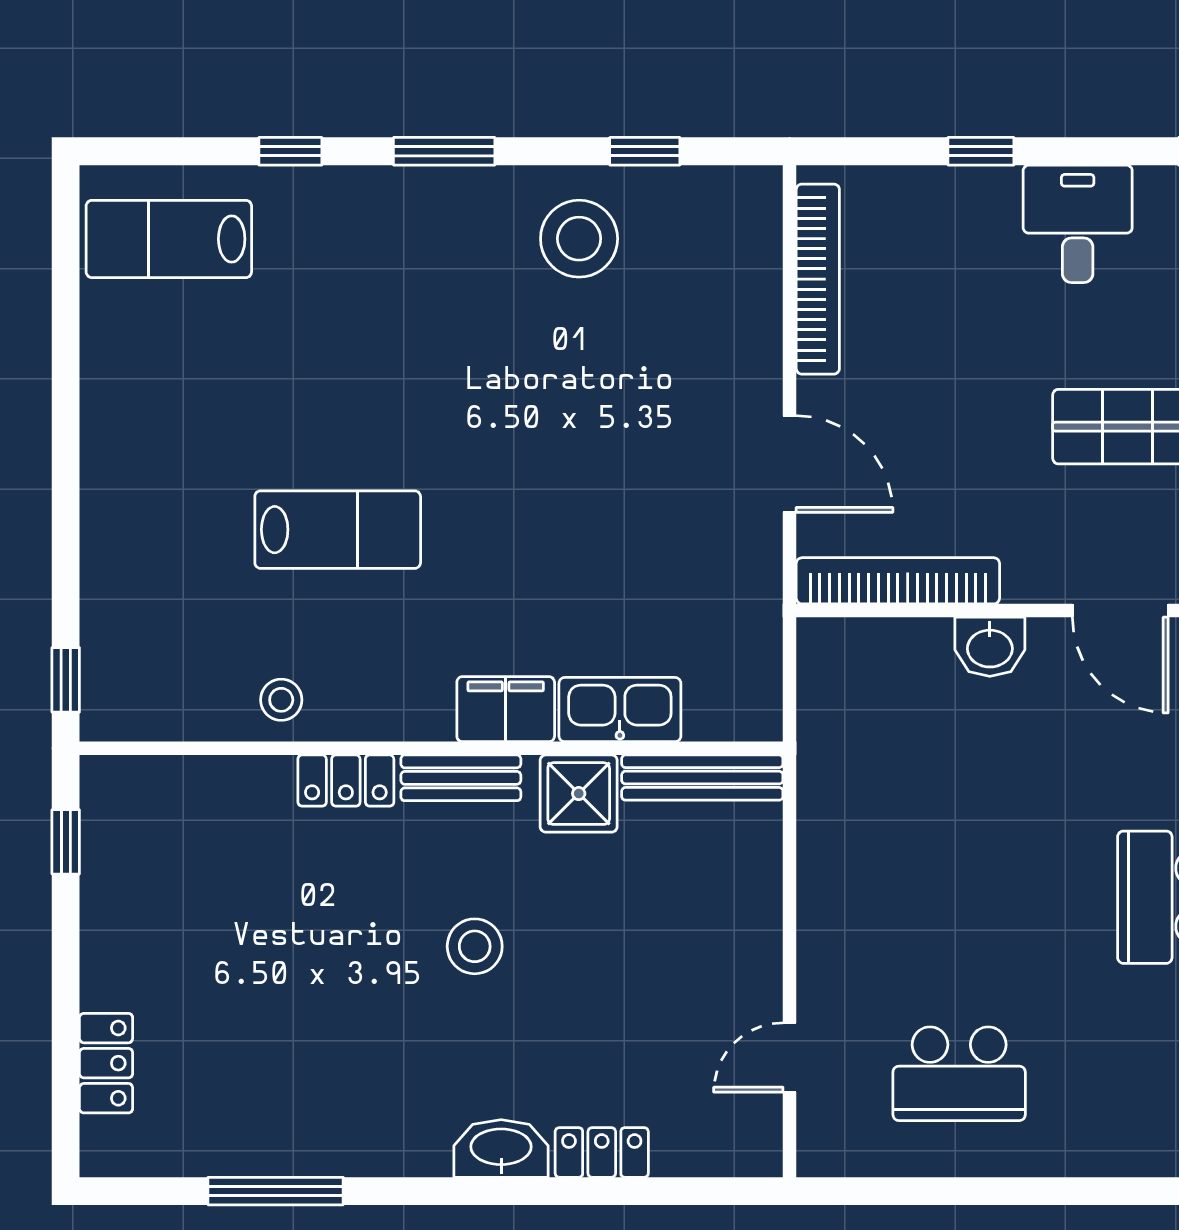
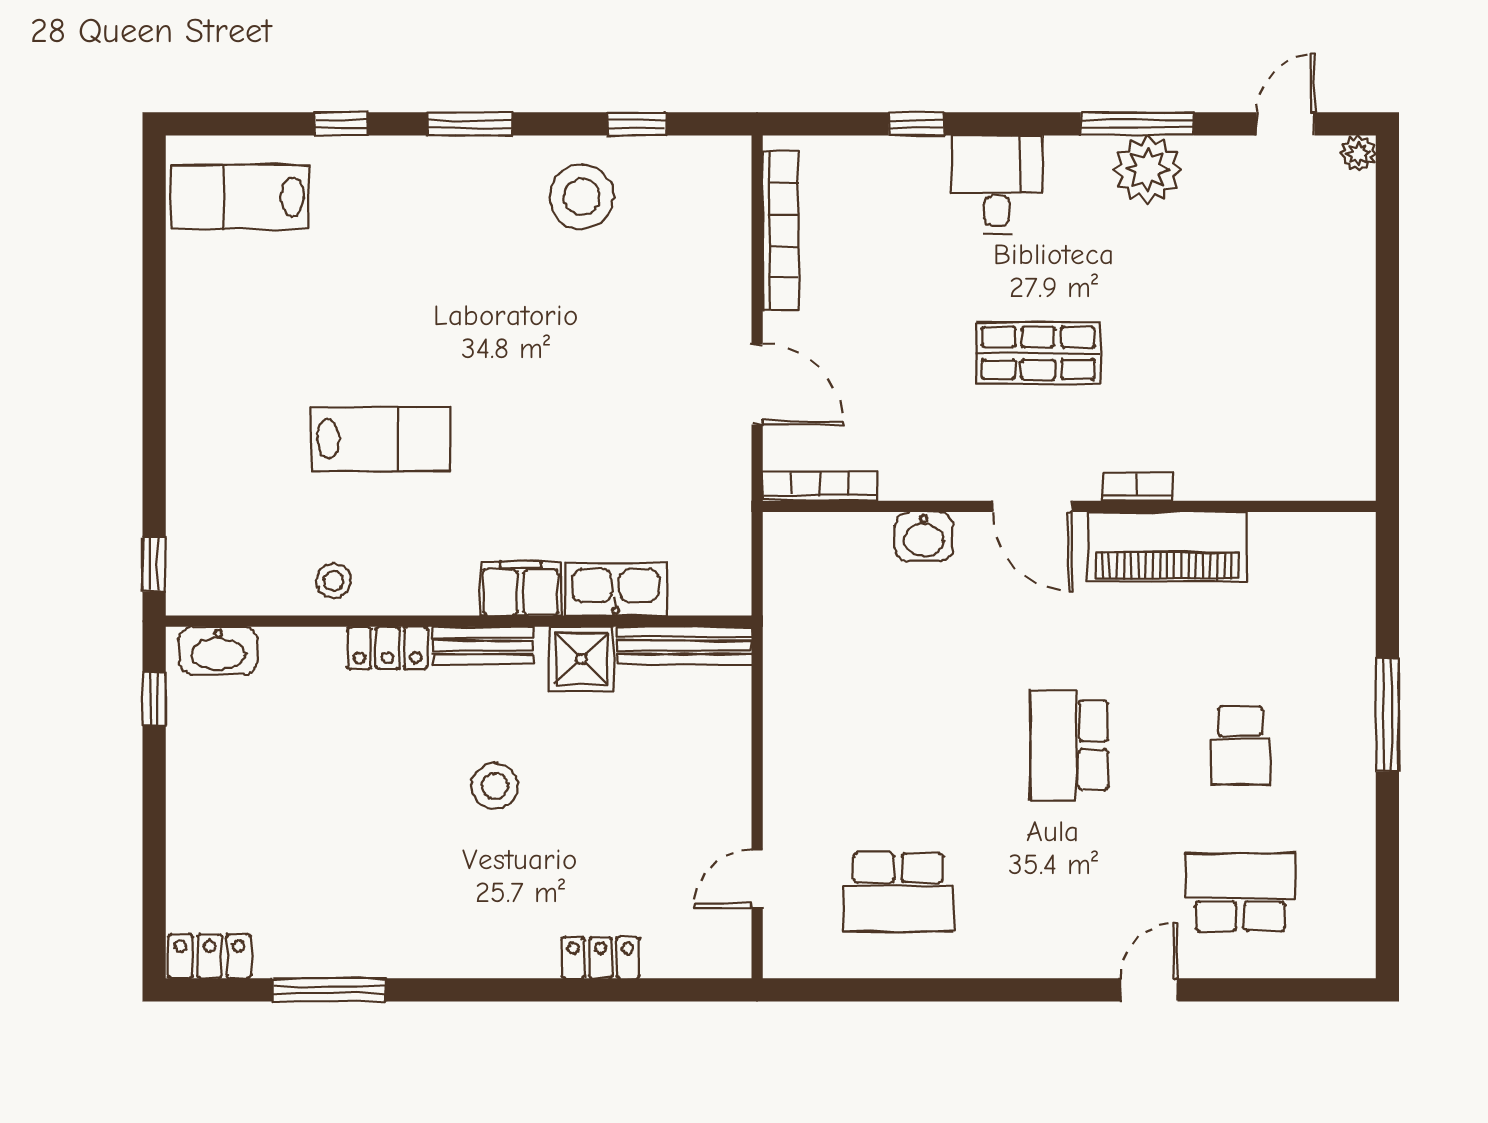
bookcase: (898, 581) -> (820, 486), width x0.68, depth x0.76
locker: (106, 1063) -> (210, 956), moved, turned -90
washbasin: (501, 1148) -> (218, 651), moved, turned 180

